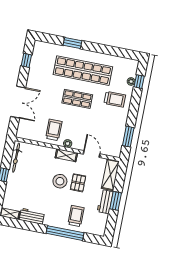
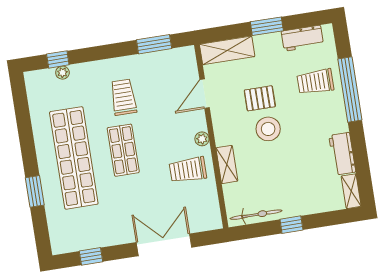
trolley: (115, 99) -> (123, 97), moved
shelving: (66, 155) -> (227, 164), moved
workbench: (105, 202) -> (302, 38), moved

